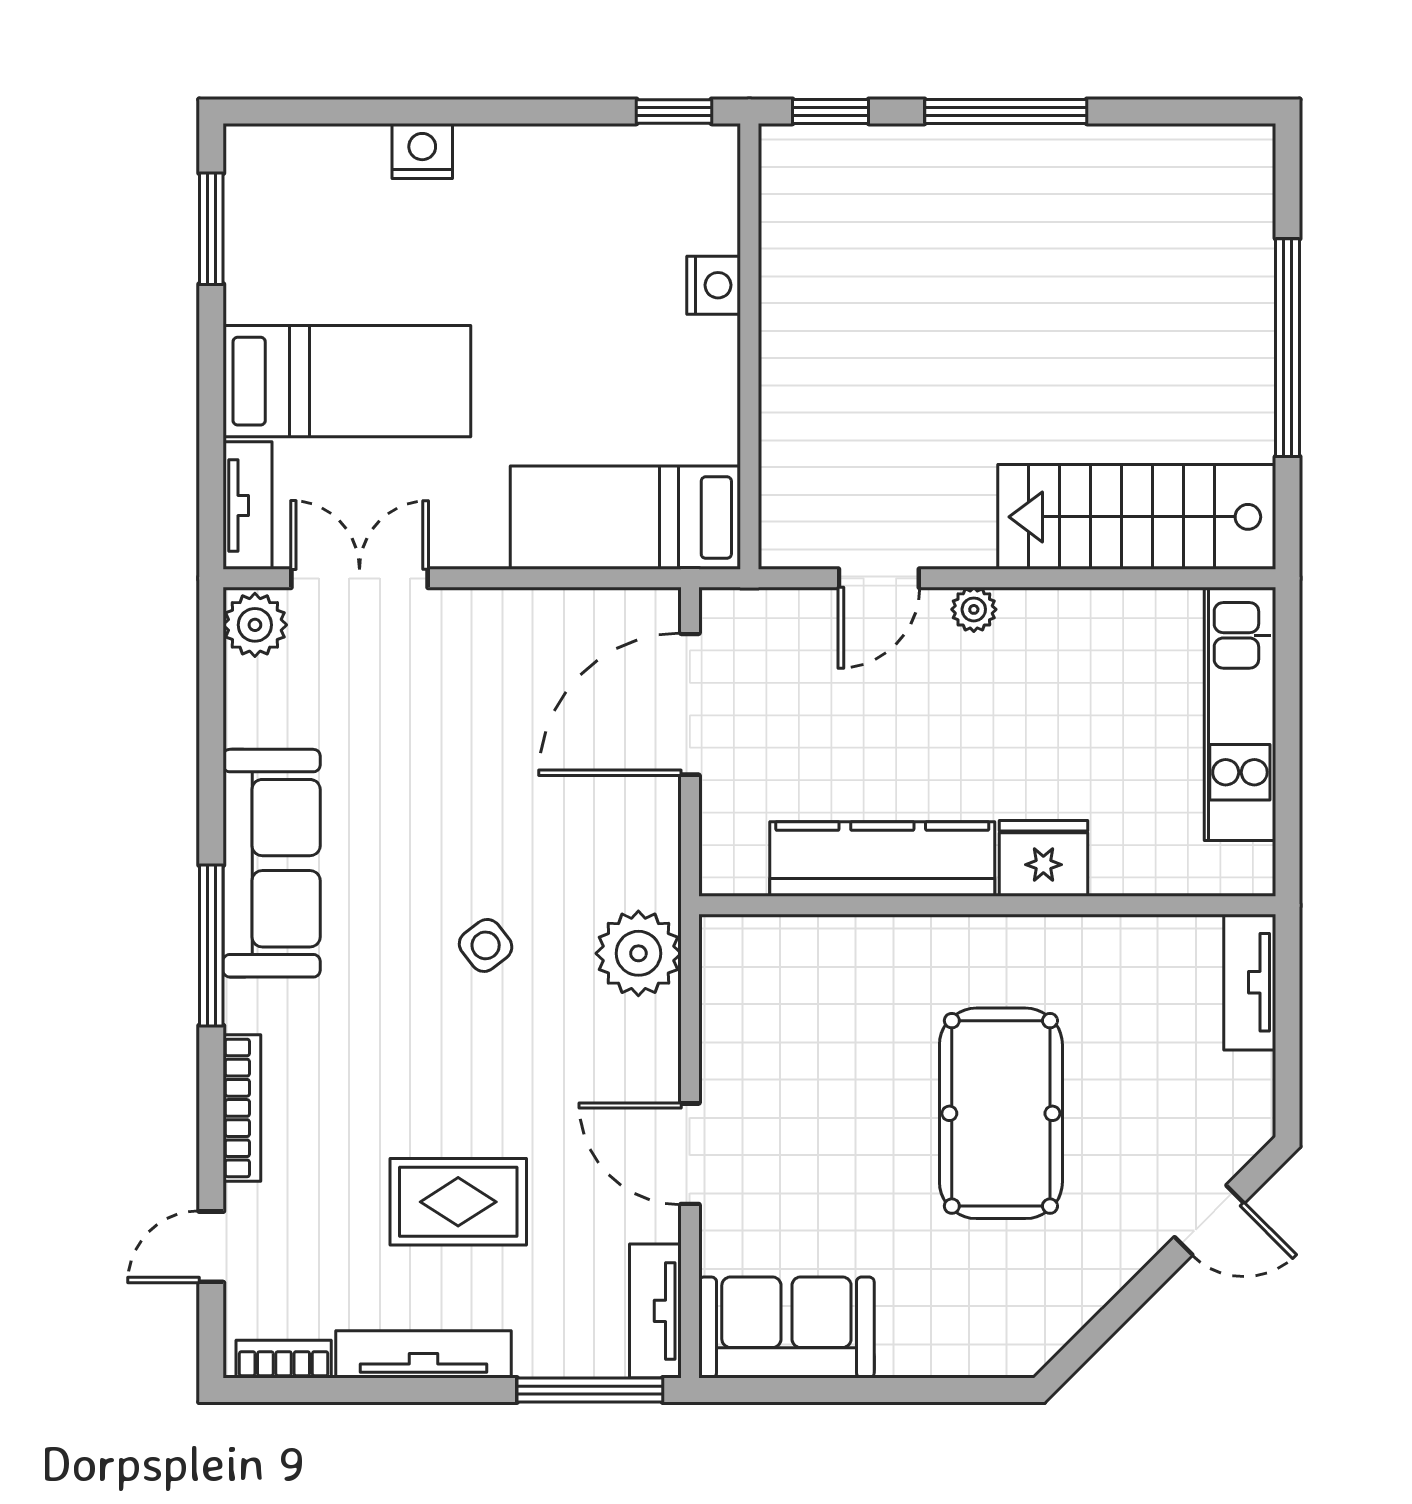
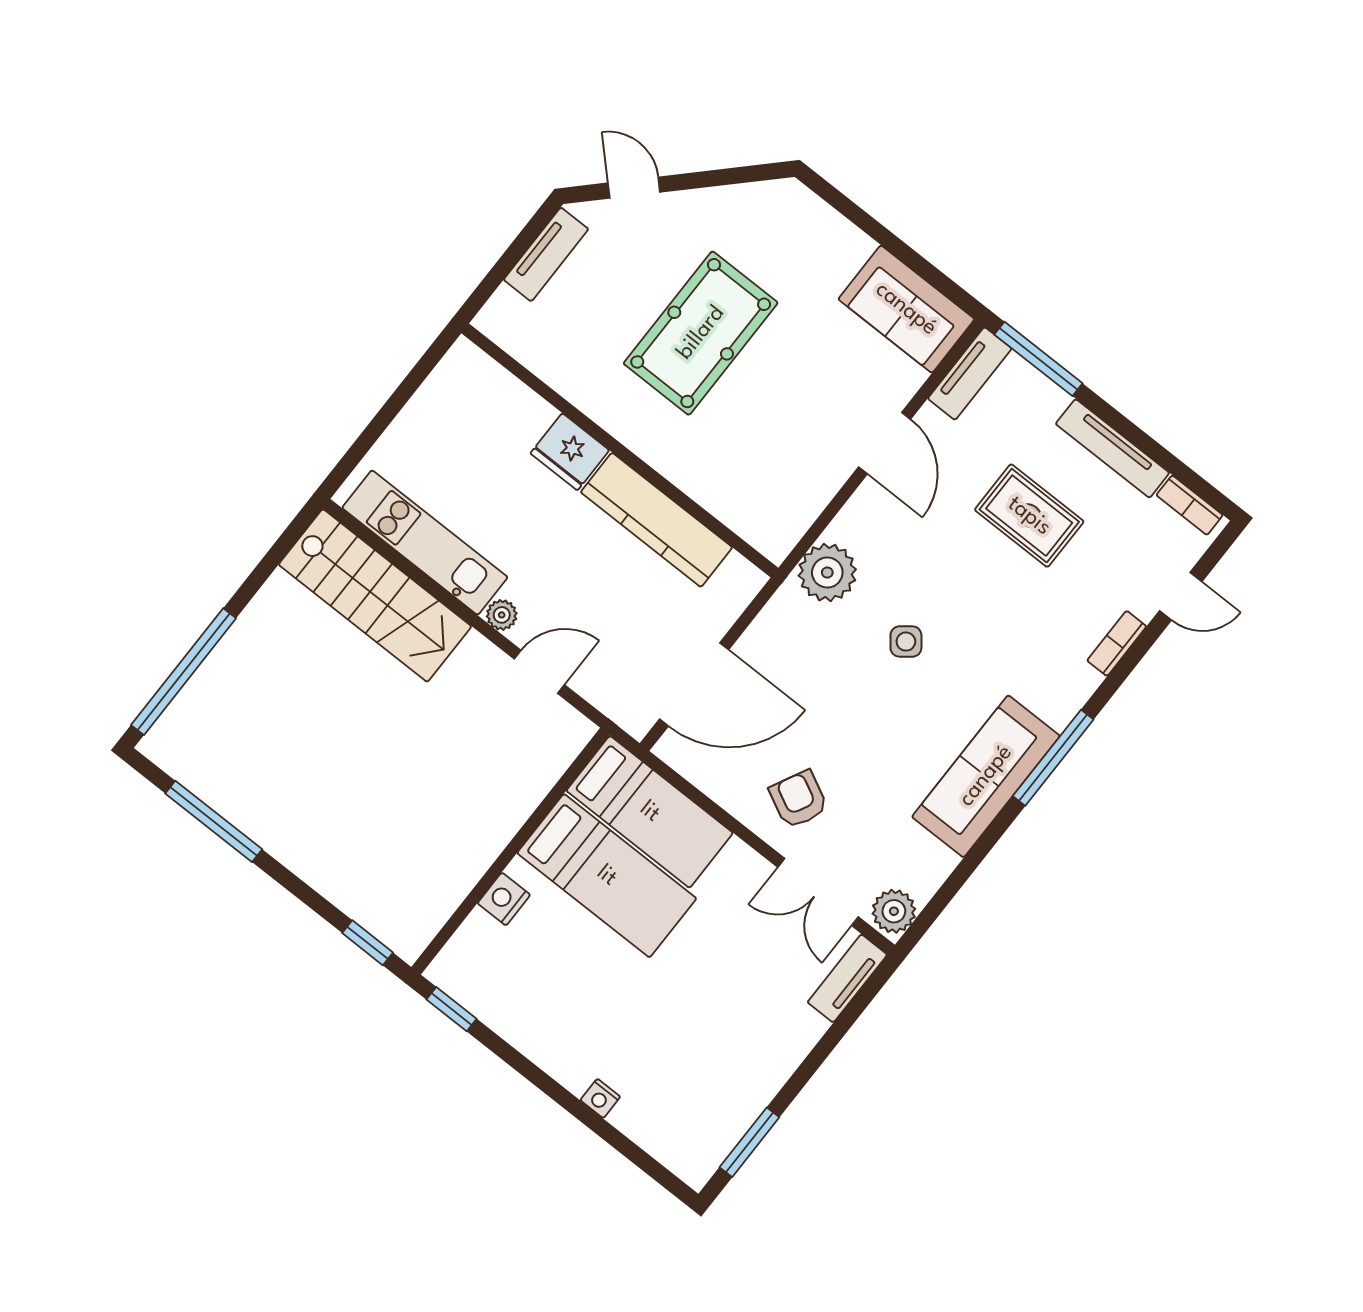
window: (1006, 111) -> (214, 821), moved
nightstand: (422, 151) -> (600, 1098), width x0.72, depth x0.74
window: (1288, 348) -> (184, 672), moved
bed: (347, 381) -> (607, 876), moved, turned 180
armchair: (466, 667) -> (799, 799), added
kitchen unit: (1240, 714) -> (425, 543), moved, turned -90
tv unit: (1250, 982) -> (546, 254), moved
bookcase: (242, 1108) -> (1117, 643), width x0.64

